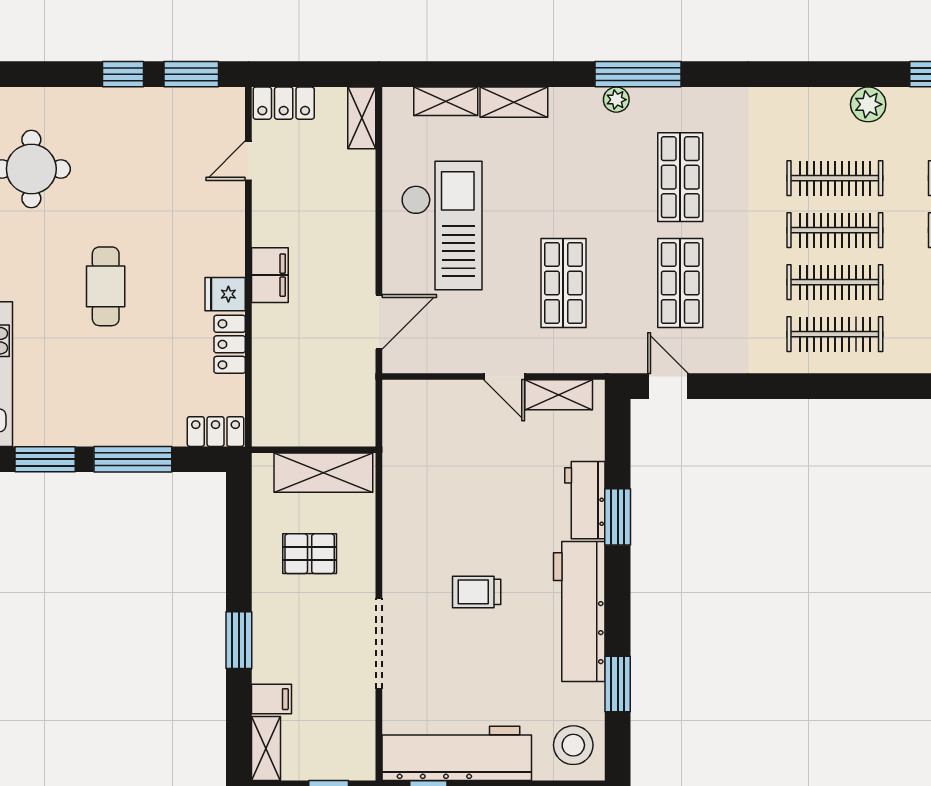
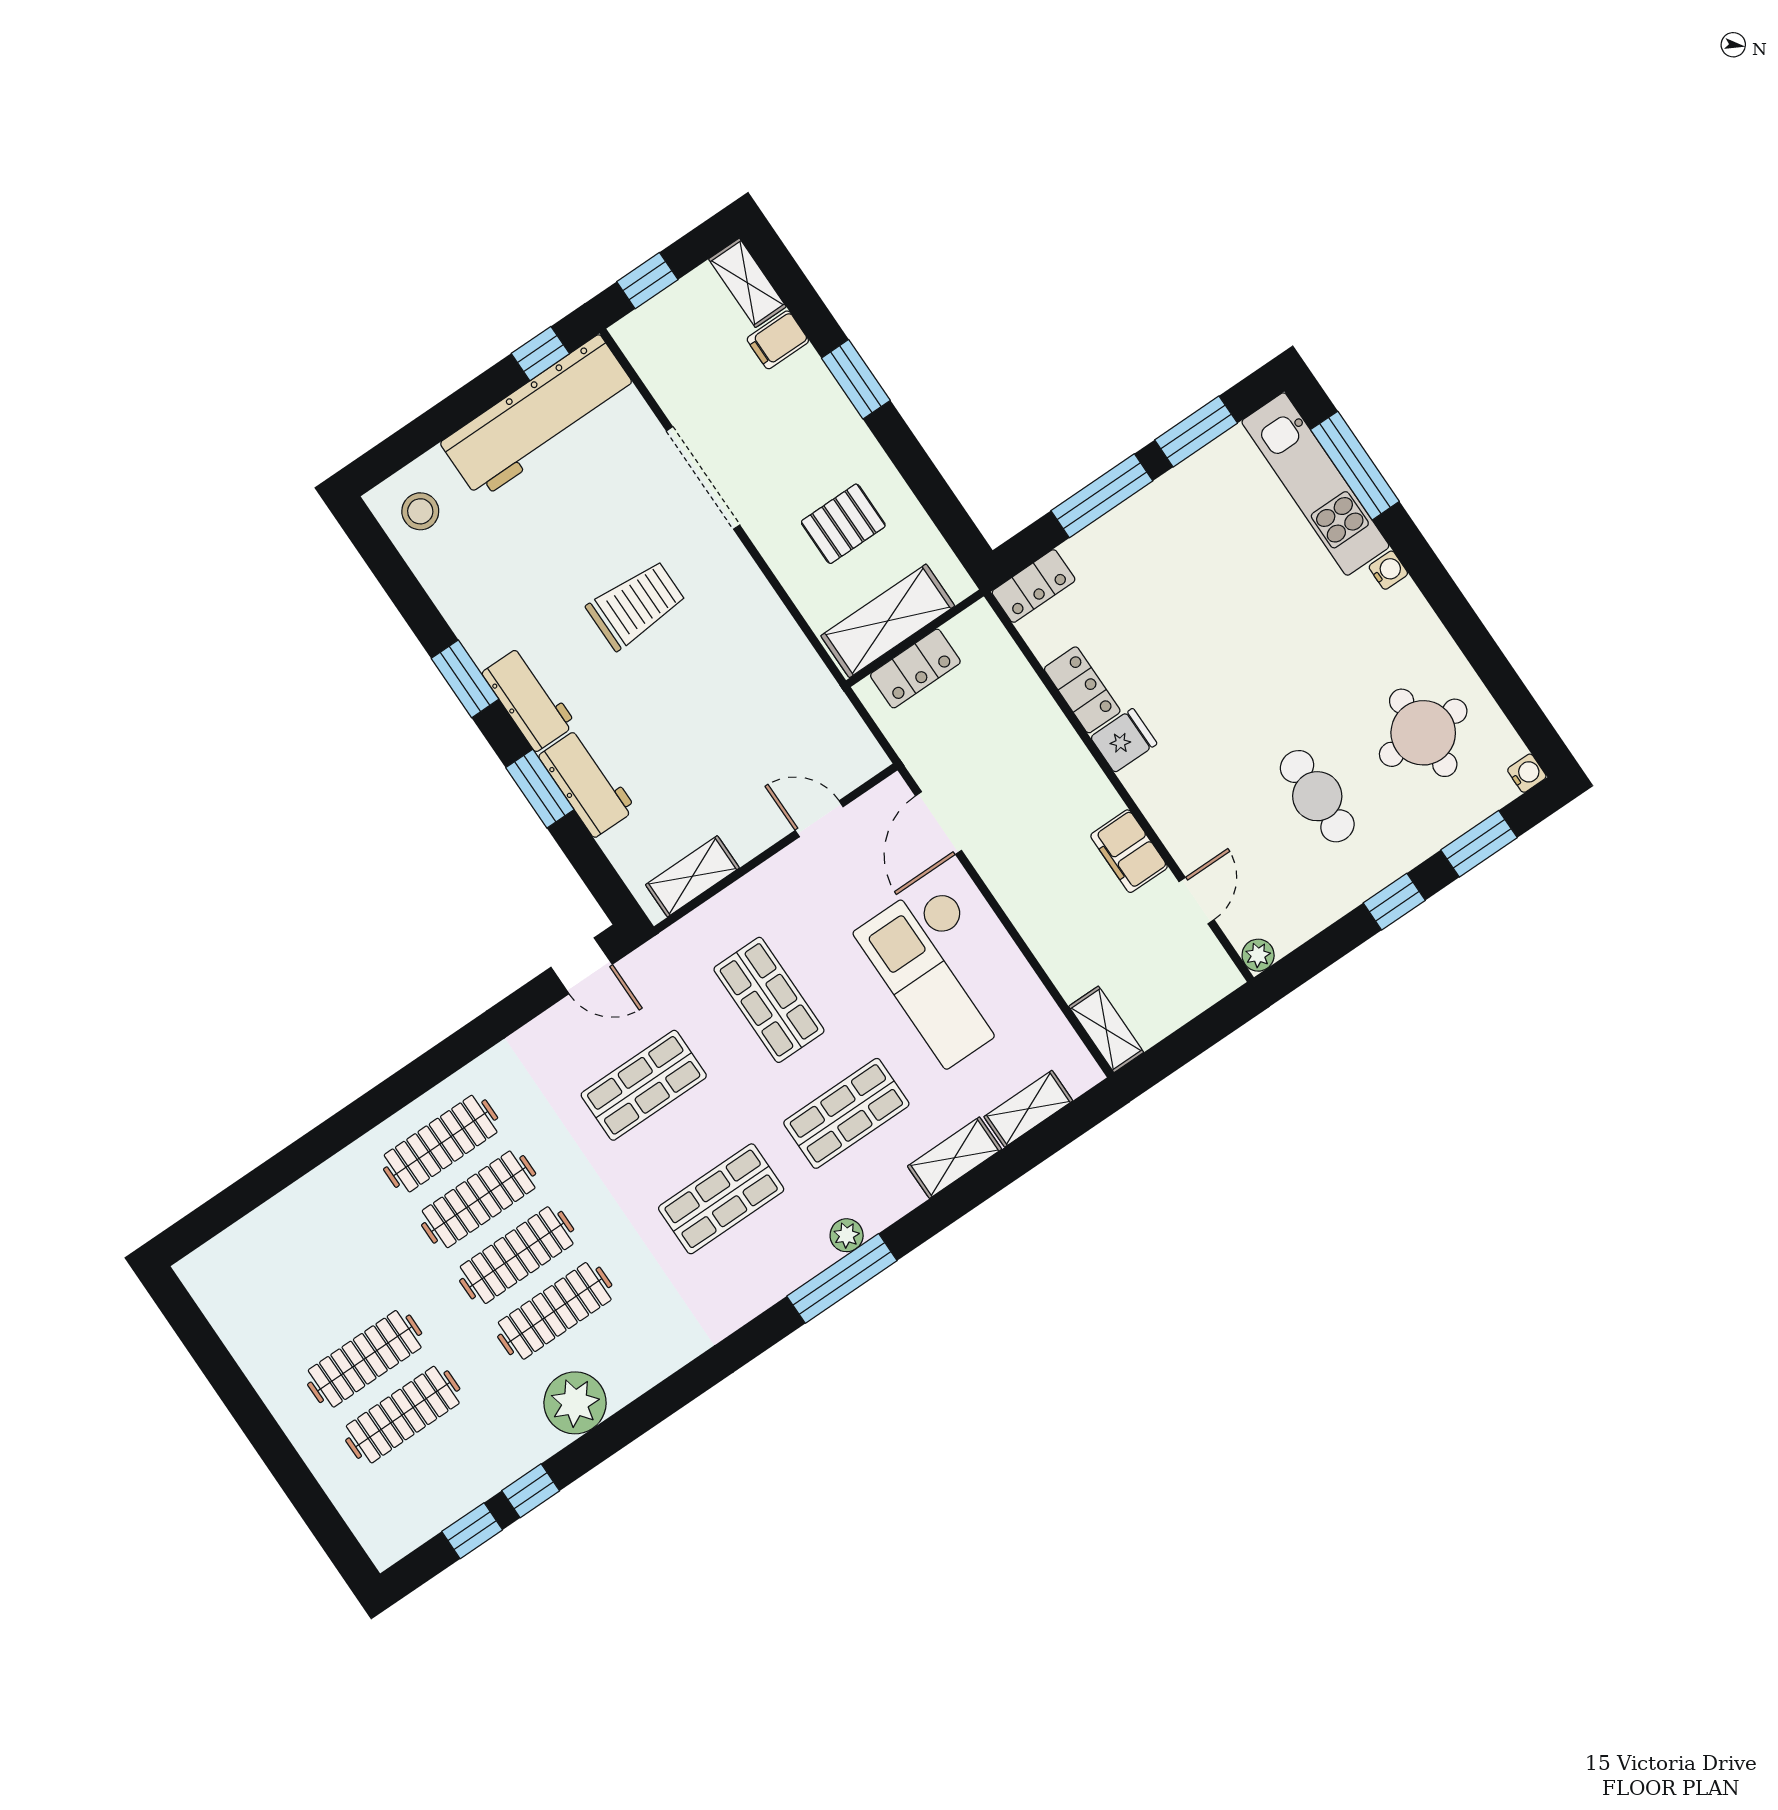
window: (191, 74) -> (1479, 844), moved
plant: (233, 99) -> (1258, 955), added
locker: (284, 103) -> (915, 668), moved, turned 180
plant: (868, 104) -> (575, 1403), width x1.36, depth x1.36
shop shelf: (563, 177) -> (846, 1113), added
shop shelf: (680, 177) -> (721, 1199), turned 90
filing cabinet: (270, 275) -> (1129, 851), moved
shop shelf: (680, 283) -> (644, 1085), turned 90
cafe table: (106, 286) -> (1317, 796), moved
door: (504, 376) -> (819, 819), moved
trolley: (477, 592) -> (636, 605), width x1.36, depth x1.39
workbench: (579, 612) -> (529, 699), width x0.53, depth x0.76
window: (618, 684) -> (465, 679), moved
stool: (573, 745) -> (420, 511), width x0.73, depth x0.73

